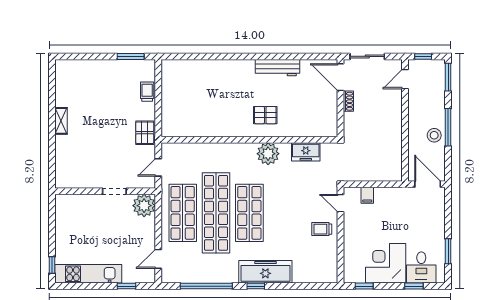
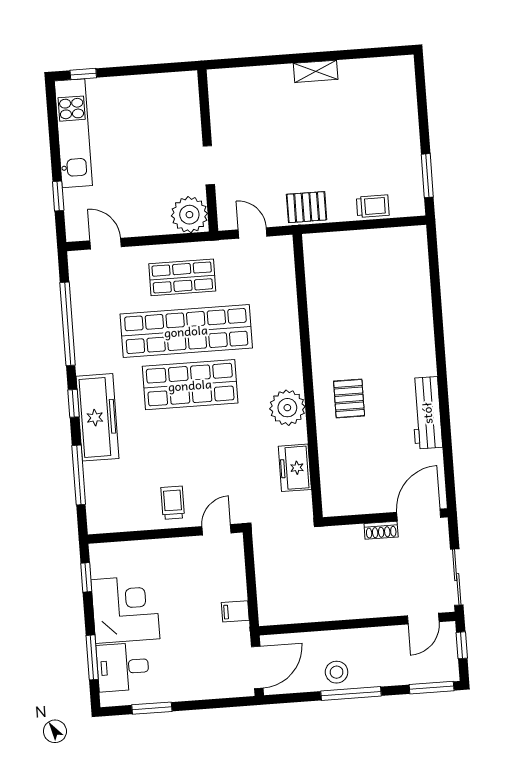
sliding door: (367, 56) -> (457, 577), moved
door: (405, 79) -> (423, 619), swing flipped
filing cabinet: (367, 195) -> (235, 611), moved
shop shelf: (183, 213) -> (182, 277), width x0.70, depth x0.74
window: (300, 286) -> (79, 475), added
window: (414, 286) -> (92, 657), width x1.50

